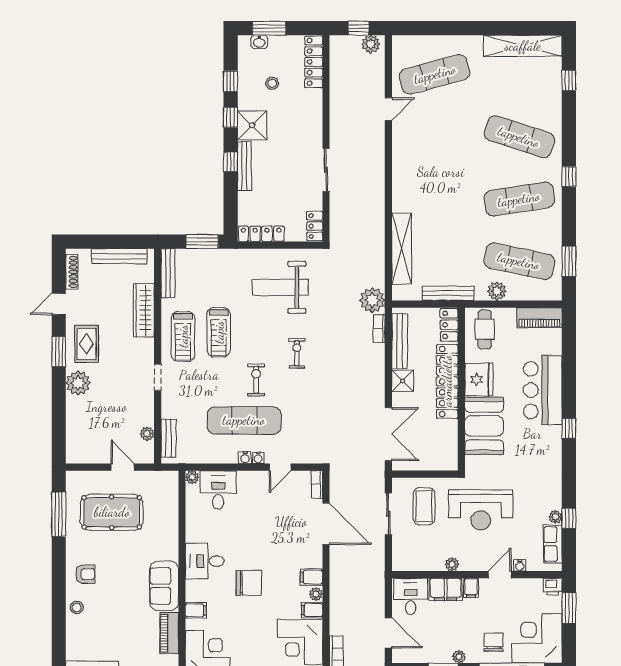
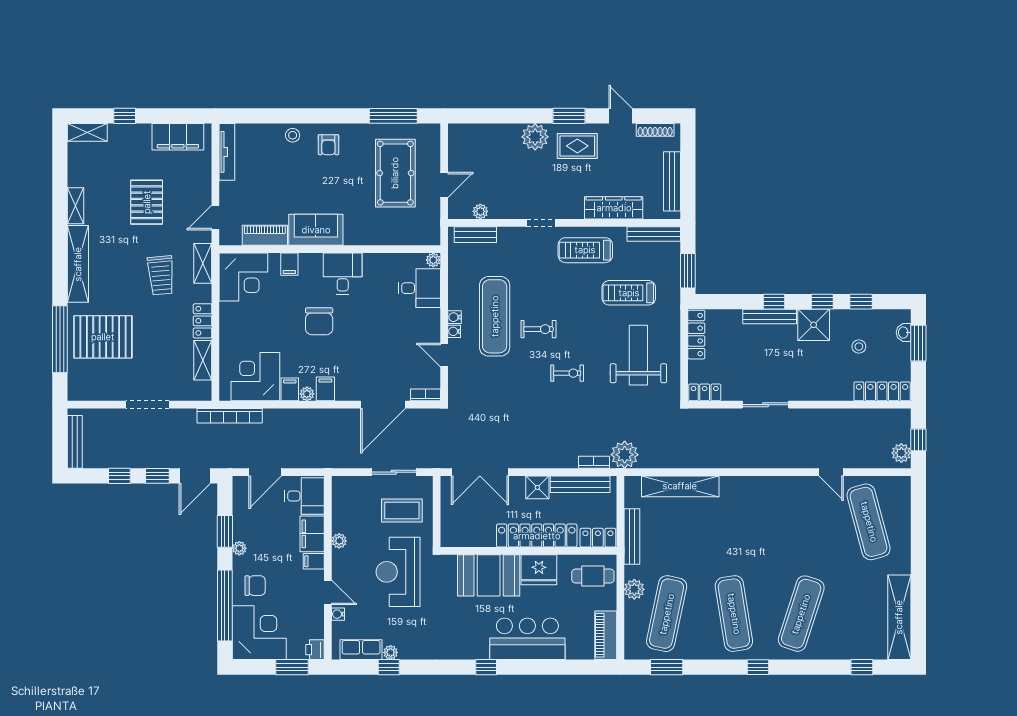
treadmill: (219, 332) -> (629, 293), moved

